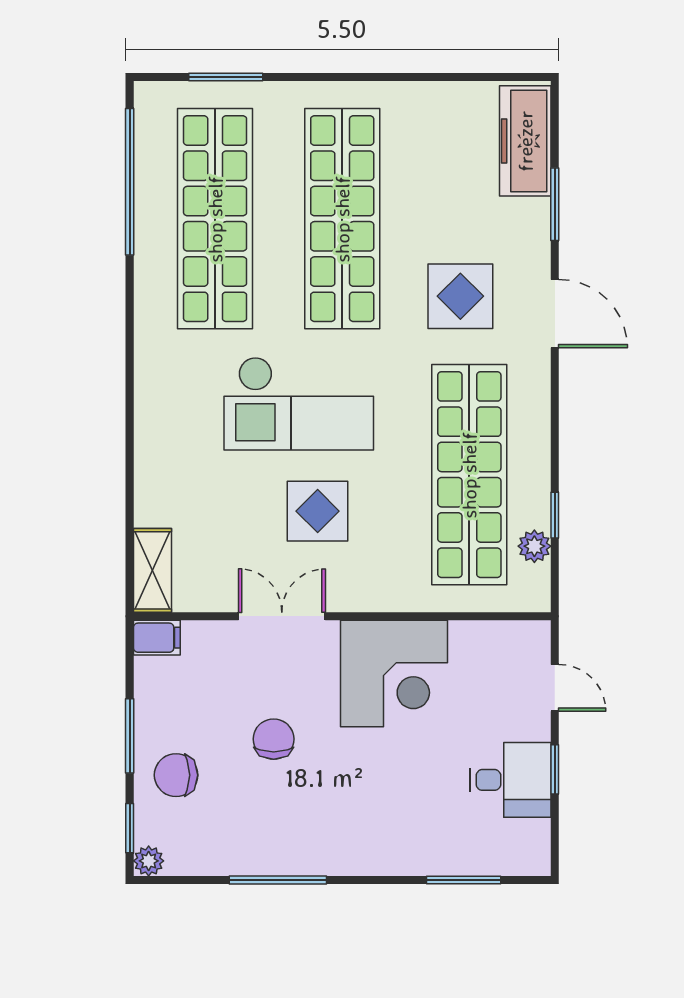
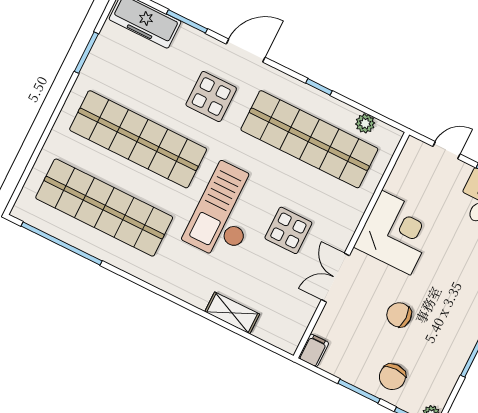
window: (226, 77) -> (86, 53), moved
checkout: (299, 404) -> (226, 212), turned 180
window: (555, 515) -> (319, 87), moved
shelving: (152, 570) -> (232, 313), moved

